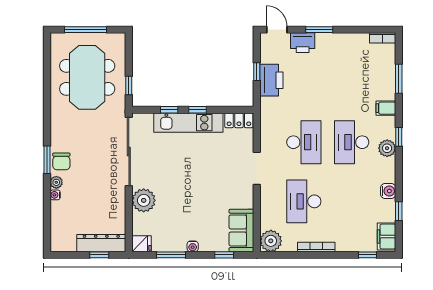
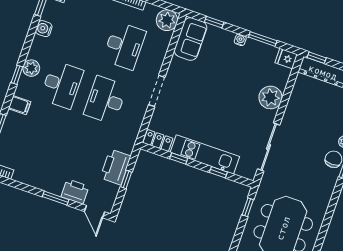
window: (197, 110) -> (179, 158), moved
sliding door: (129, 151) -> (269, 147), width x0.73
window: (99, 255) -> (317, 58), moved

